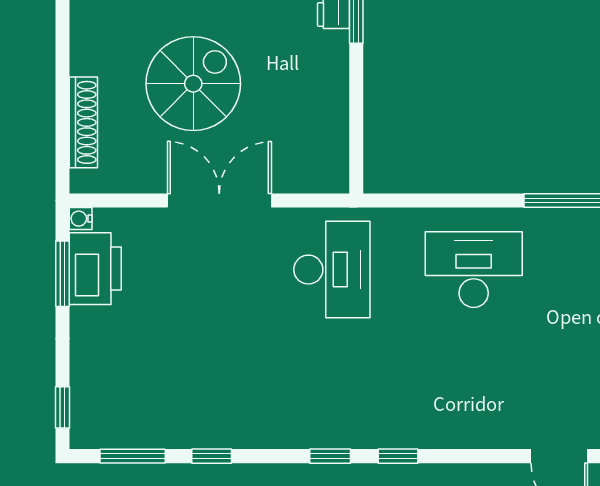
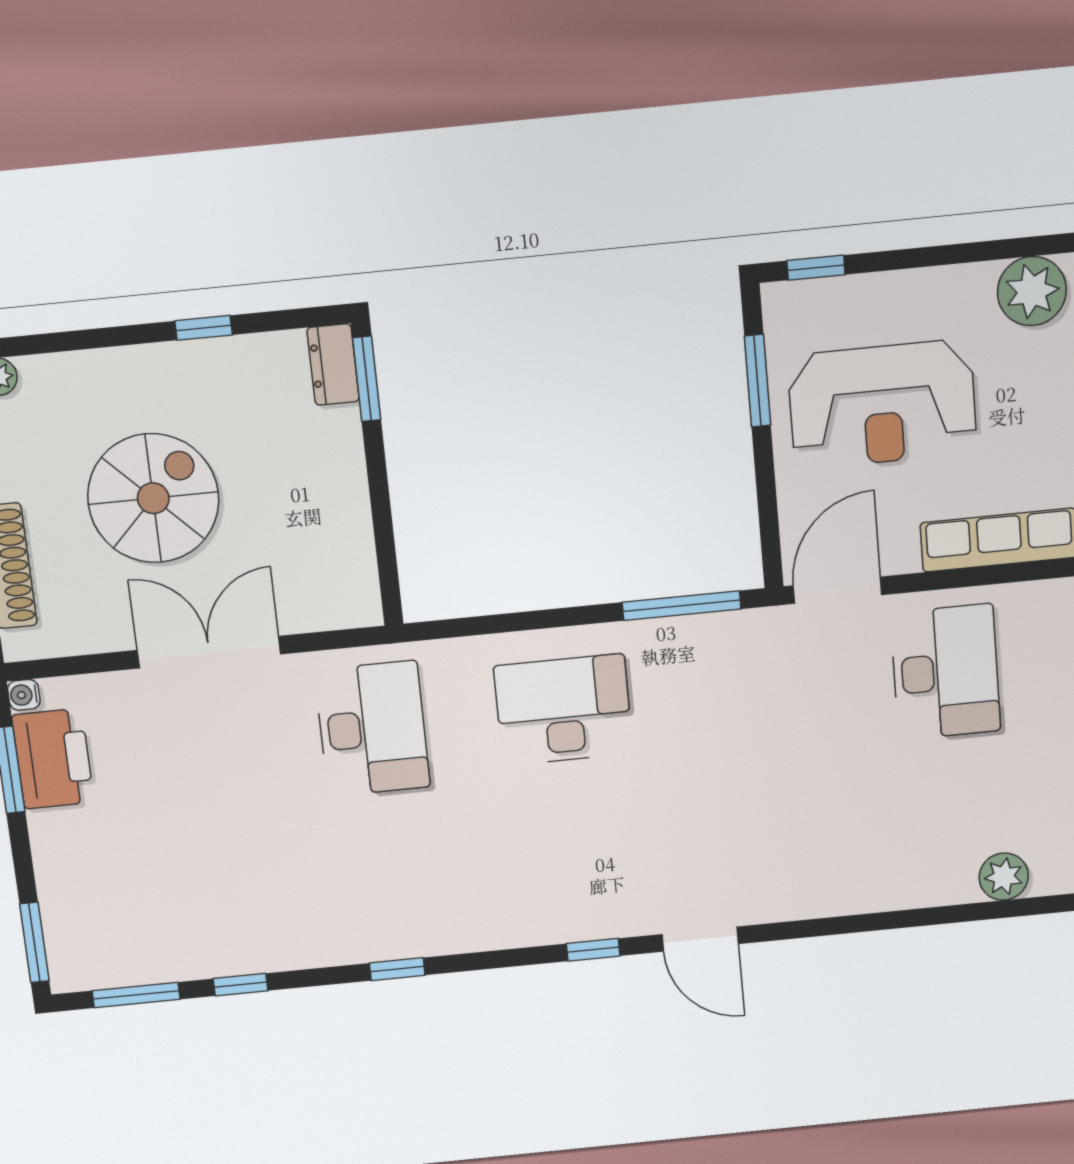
window: (62, 407) -> (34, 942), width x1.50
window: (398, 456) -> (593, 950), moved

